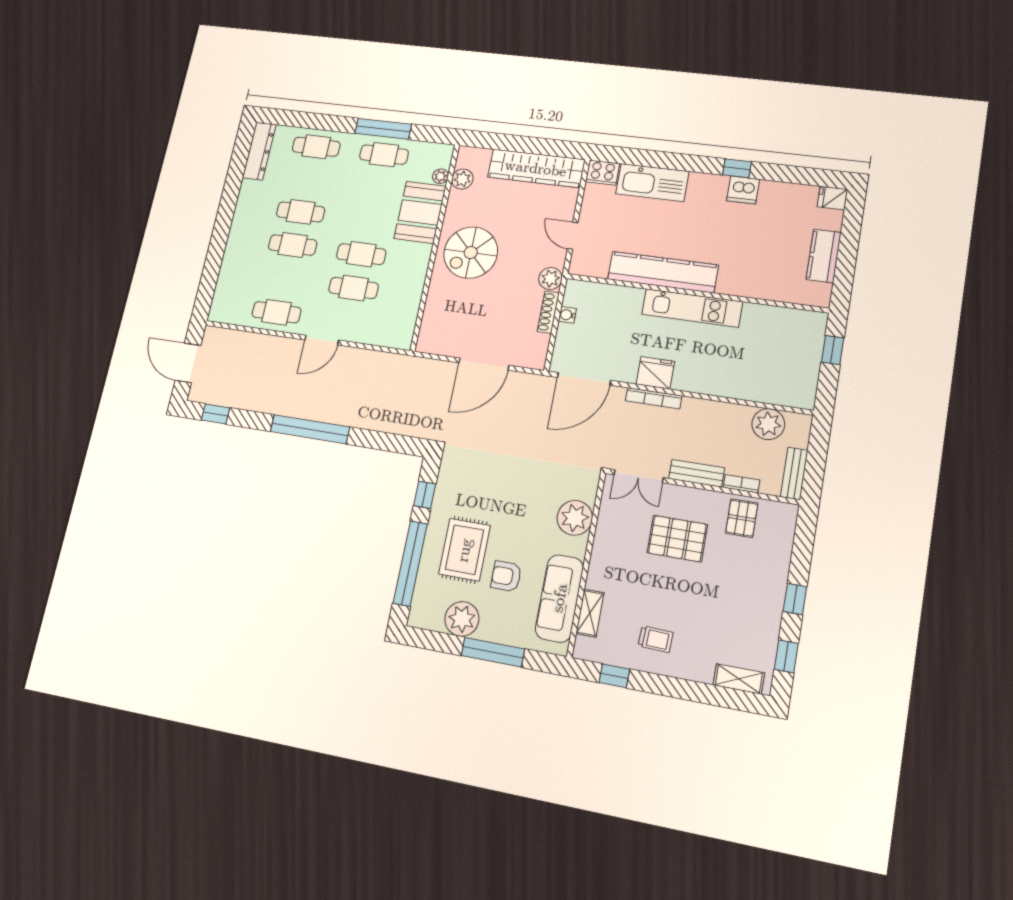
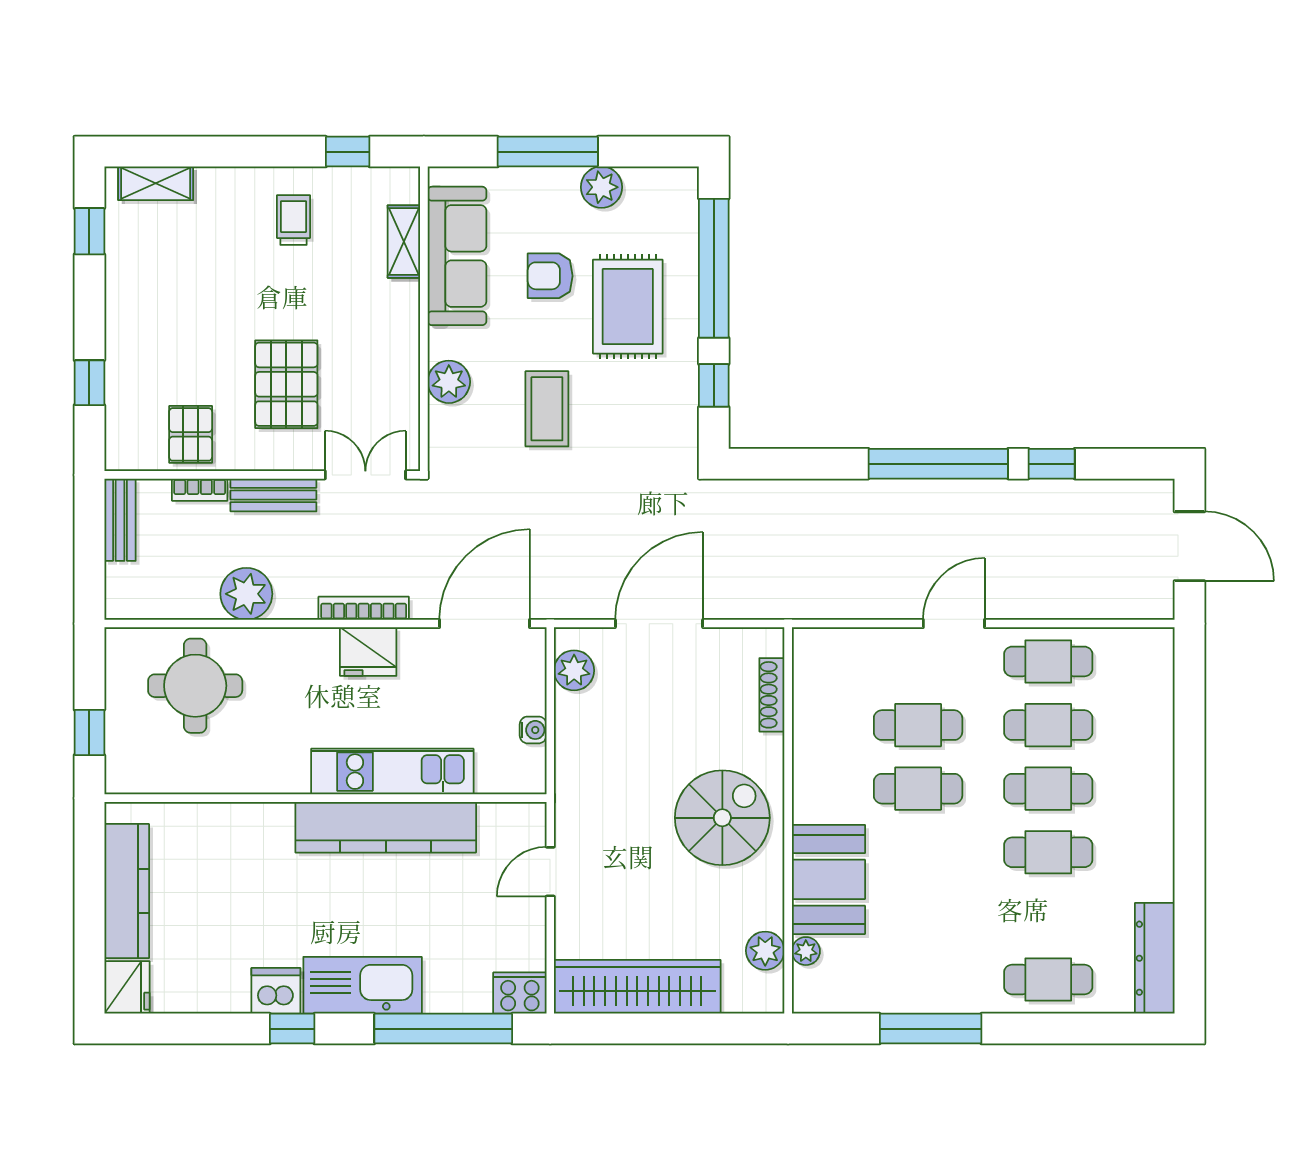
cafe table: (384, 155) -> (1048, 725), moved
window: (650, 159) -> (443, 1029), added
kitchen sink: (652, 183) -> (363, 985), moved
fridge: (833, 198) -> (127, 987), width x1.38
door: (573, 236) -> (550, 872), swing flipped
kitchen counter: (824, 256) -> (127, 891), width x1.50
plant: (550, 279) -> (574, 670), moved
kitchen unit: (692, 308) -> (392, 772), moved
shoe rack: (548, 312) -> (772, 695), moved, turned 180
round table: (763, 368) -> (195, 686), added
window: (216, 414) -> (1052, 464), moved
plant: (768, 424) -> (246, 594), moved
coffee table: (524, 497) -> (547, 409), added
plant: (575, 518) -> (449, 382), width x0.73, depth x0.73
pallet: (677, 539) -> (286, 384), turned 90
armchair: (506, 576) -> (550, 276), turned 180
window: (795, 599) -> (89, 383), moved
plant: (462, 619) -> (601, 187), width x0.73, depth x0.73
trolley: (655, 639) -> (293, 220), turned 88

